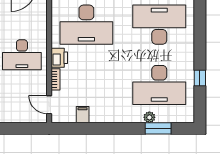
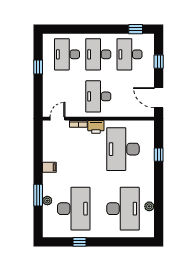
desk: (159, 85) -> (74, 209), turned 180
filing cabinet: (83, 115) -> (49, 167), moved
window: (158, 128) -> (38, 195), moved

